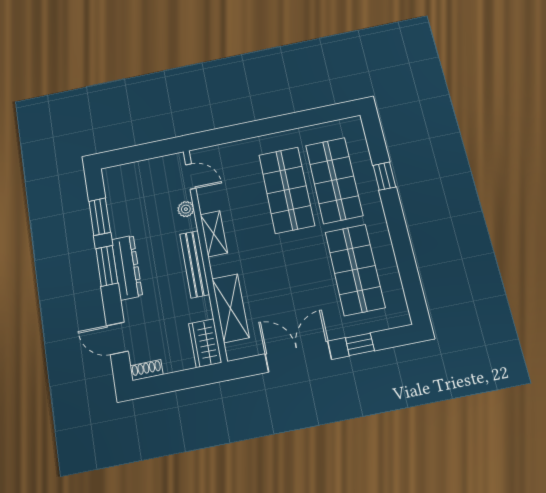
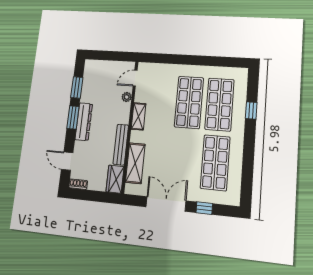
door: (191, 176) -> (135, 78), swing flipped
bench: (195, 264) -> (121, 145), moved

